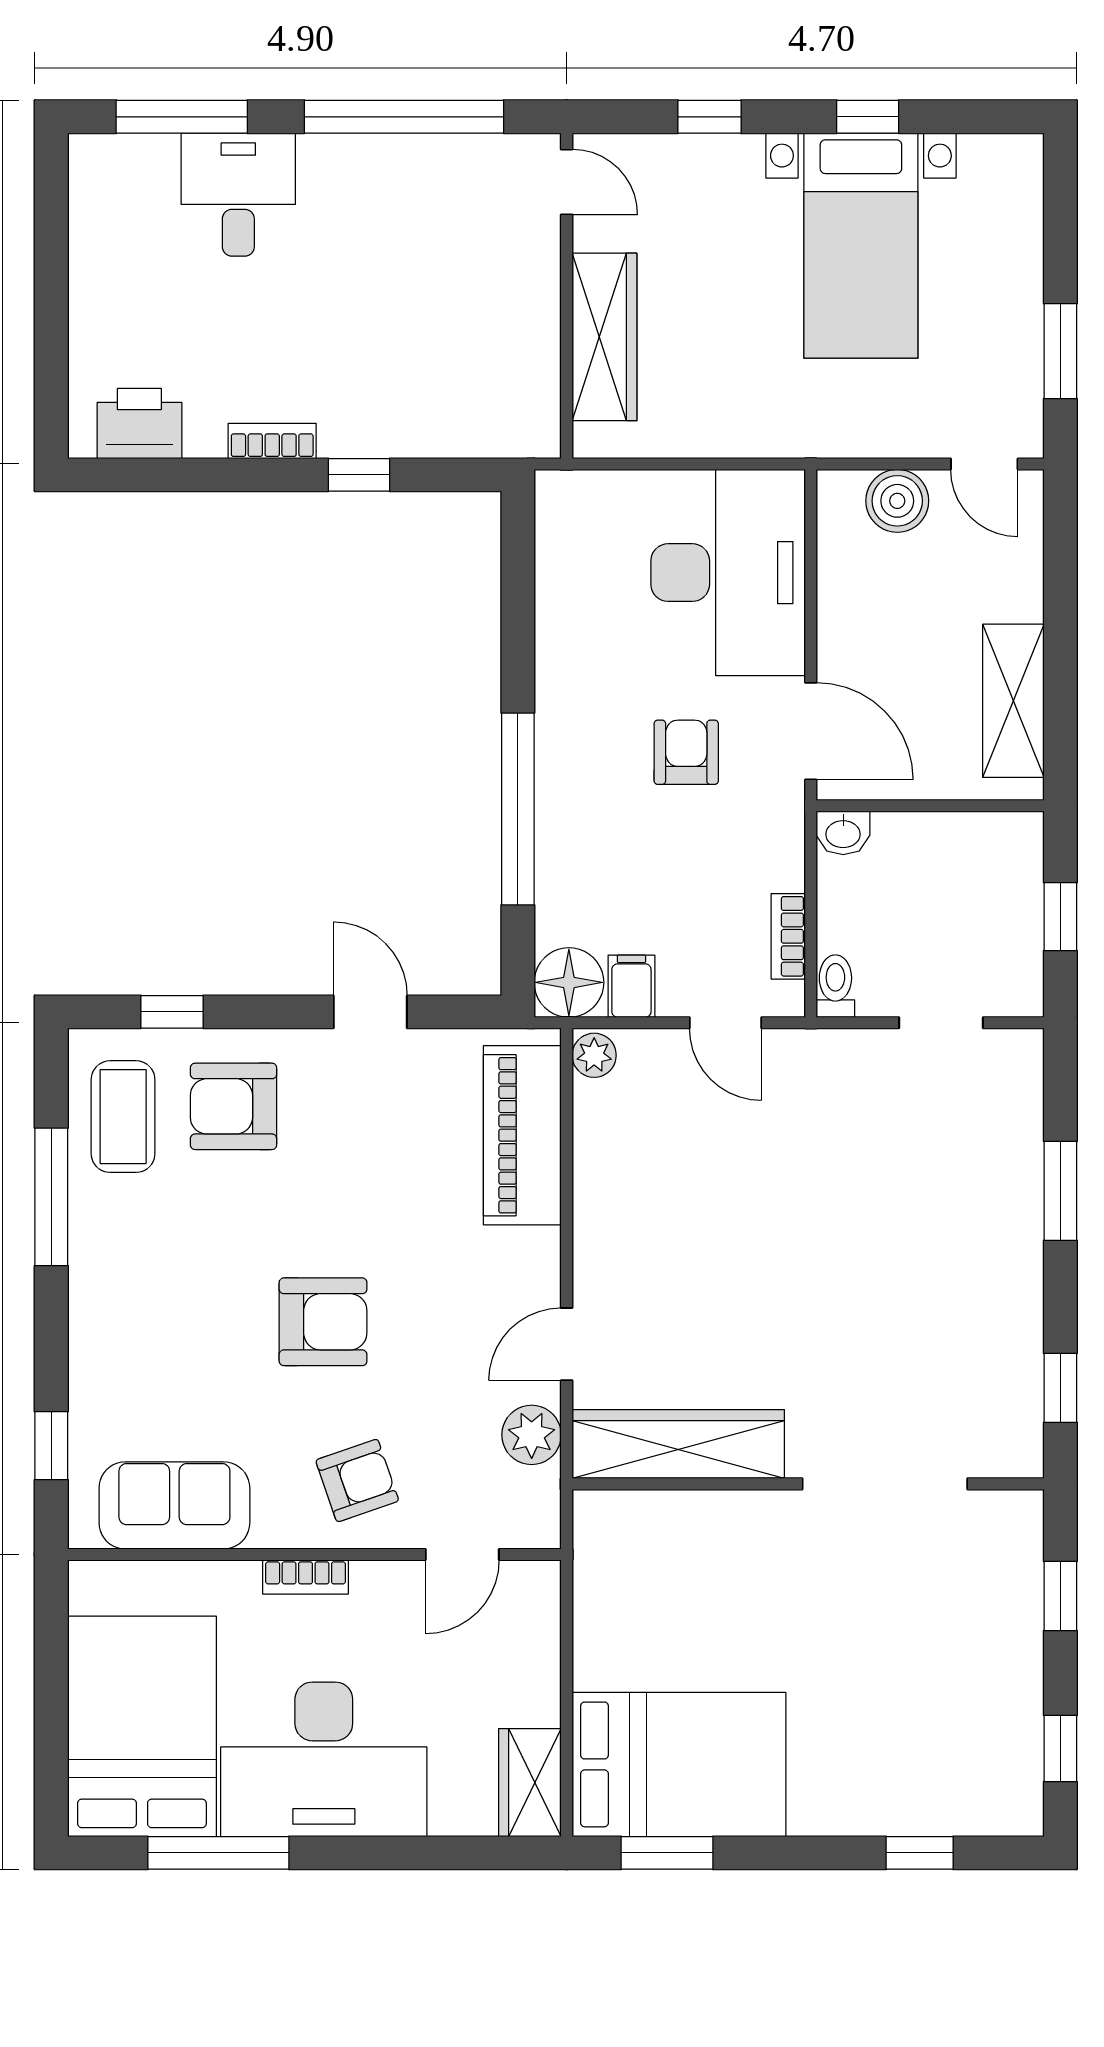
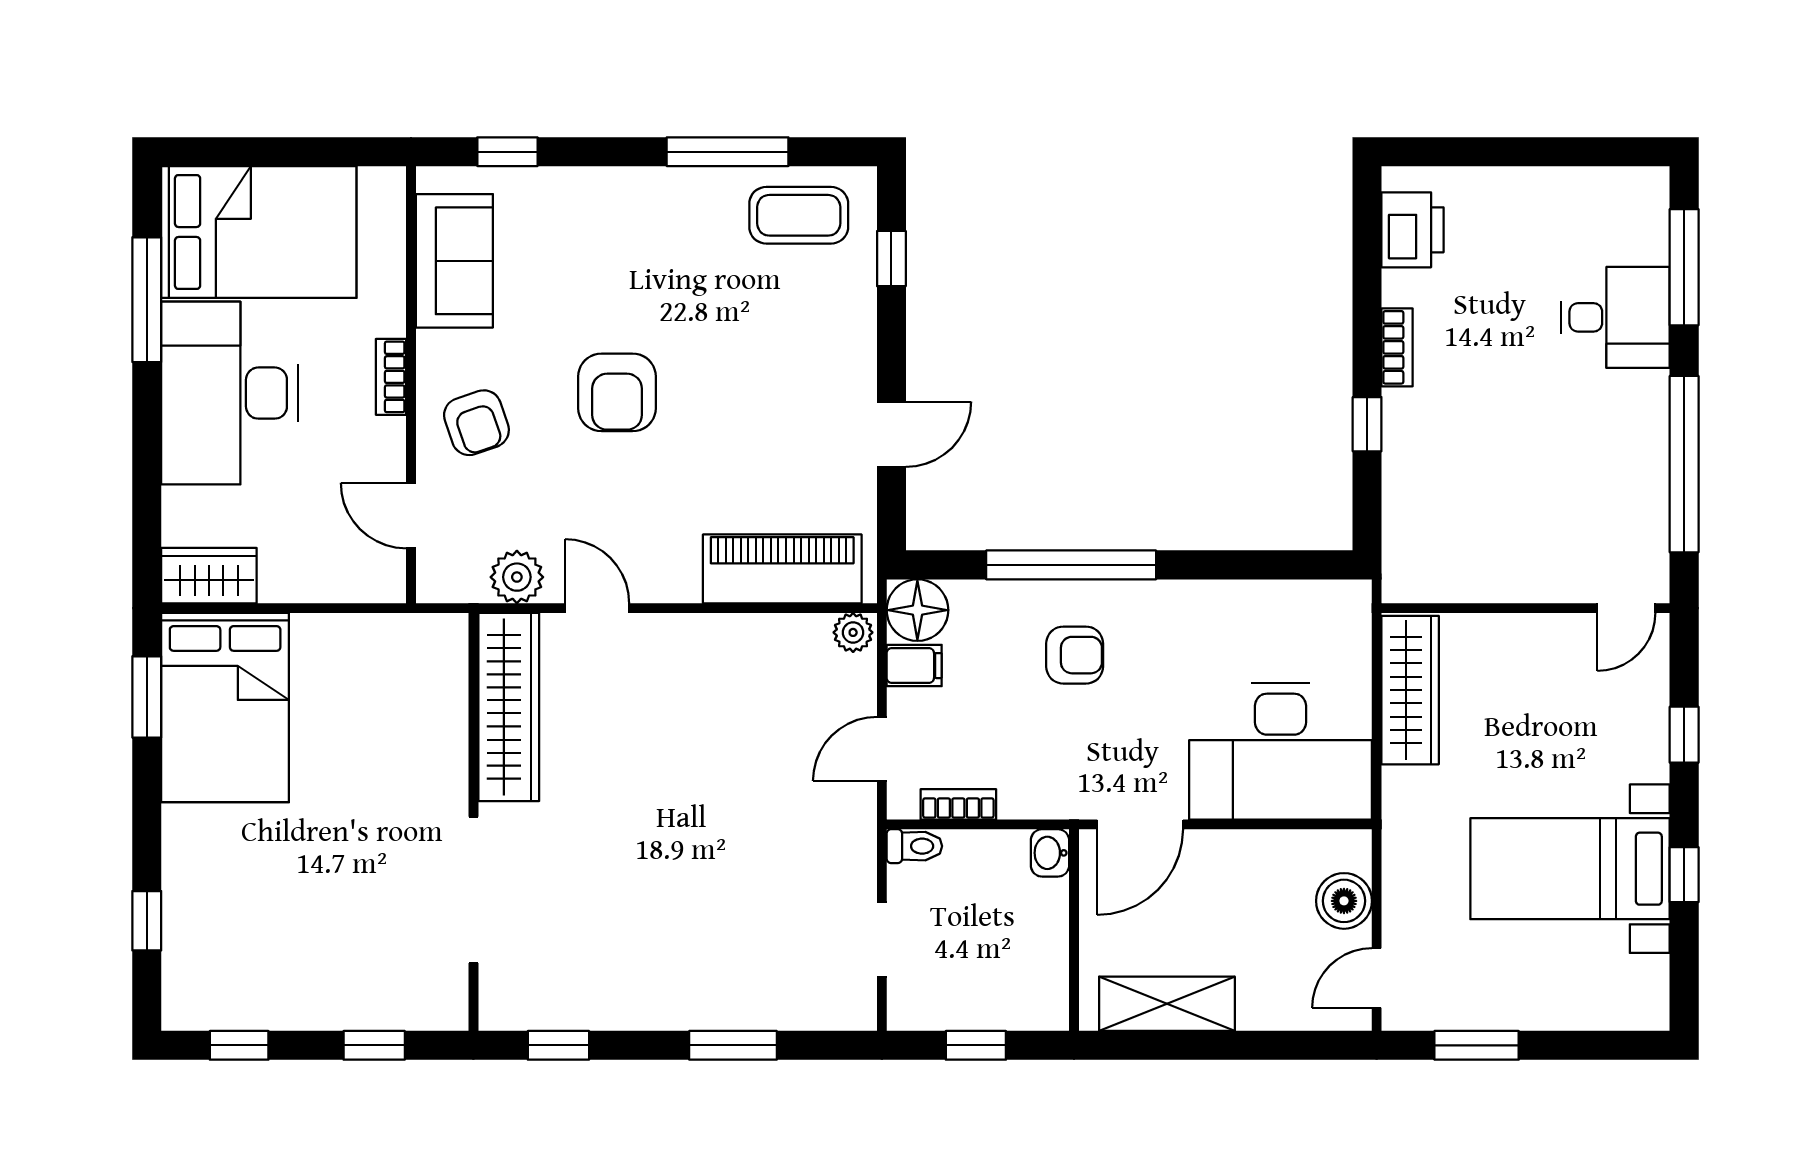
wardrobe: (604, 337) -> (1410, 690), moved, turned -90
armchair: (686, 752) -> (1075, 655), moved
armchair: (234, 1106) -> (808, 313), removed

